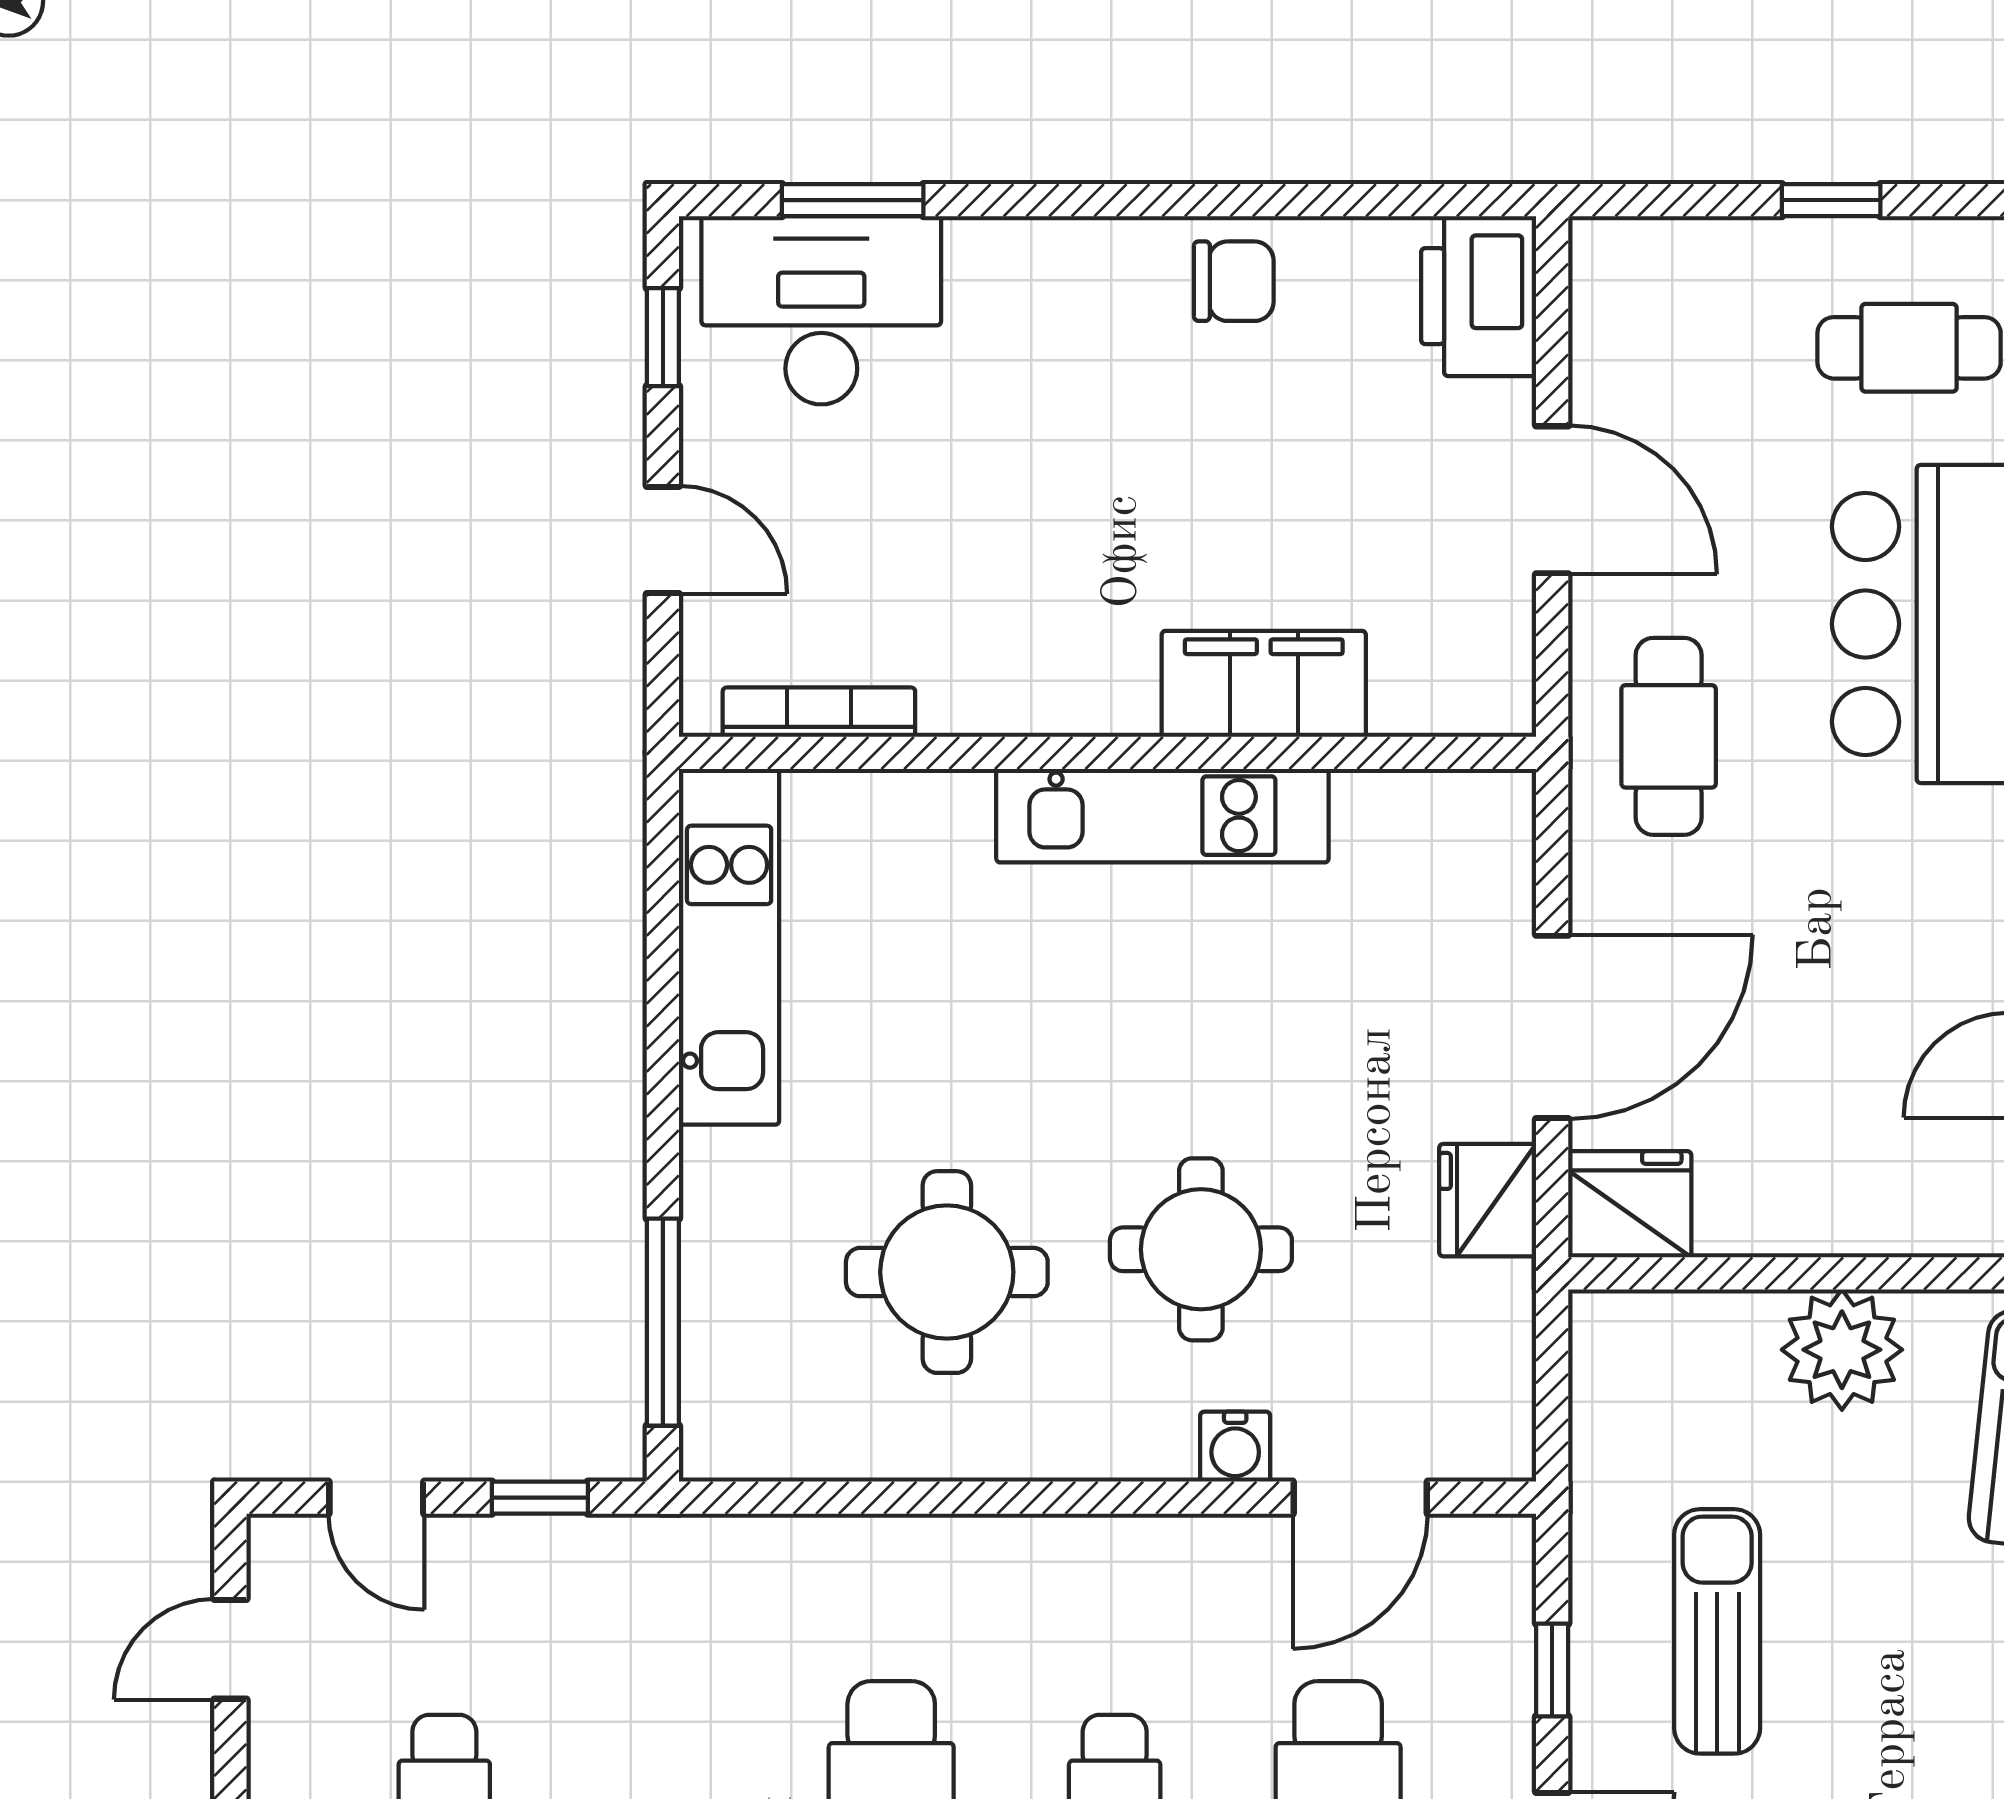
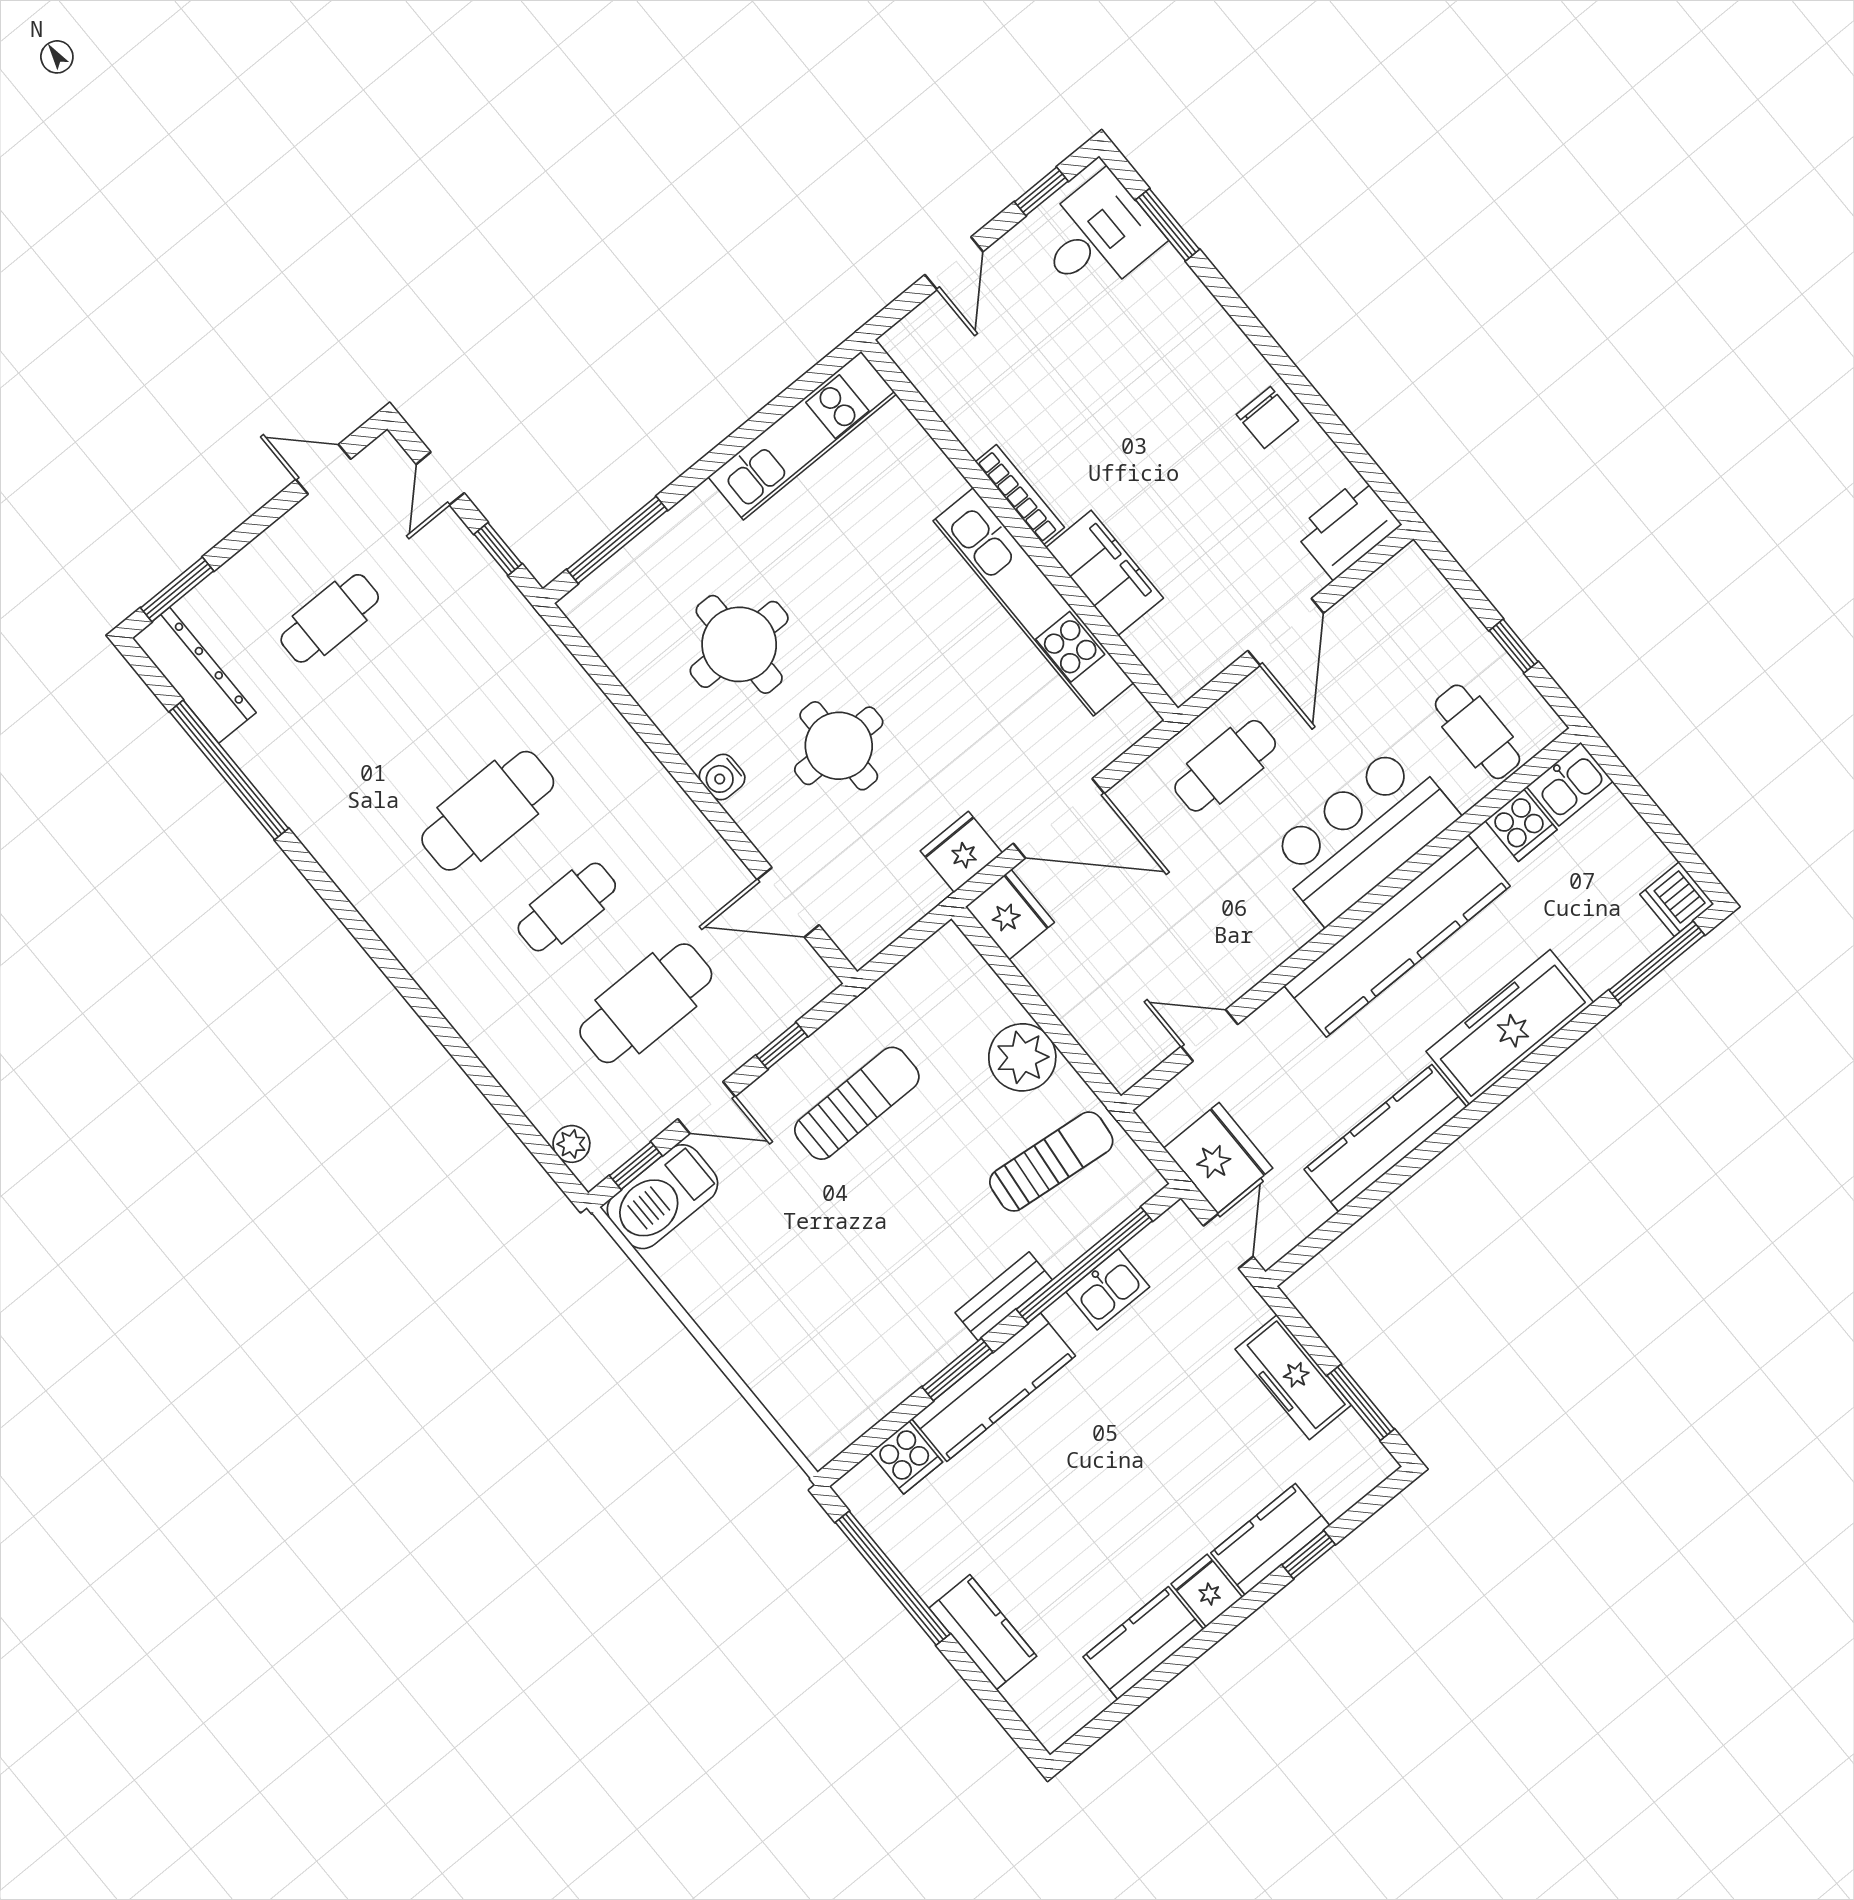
desk: (821, 310) -> (1097, 236), width x0.73
bookcase: (819, 712) -> (1020, 495), moved
kitchen unit: (1162, 816) -> (1033, 602), width x1.36
water cooler: (1235, 1447) -> (722, 777), moved

